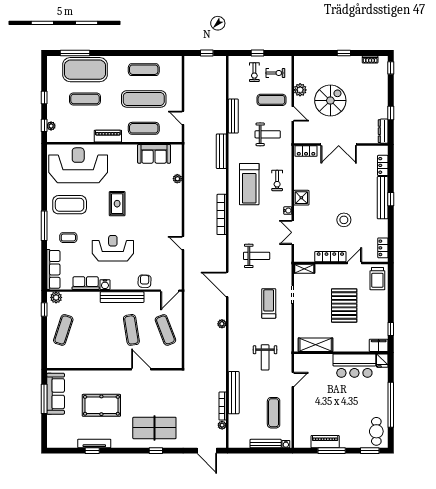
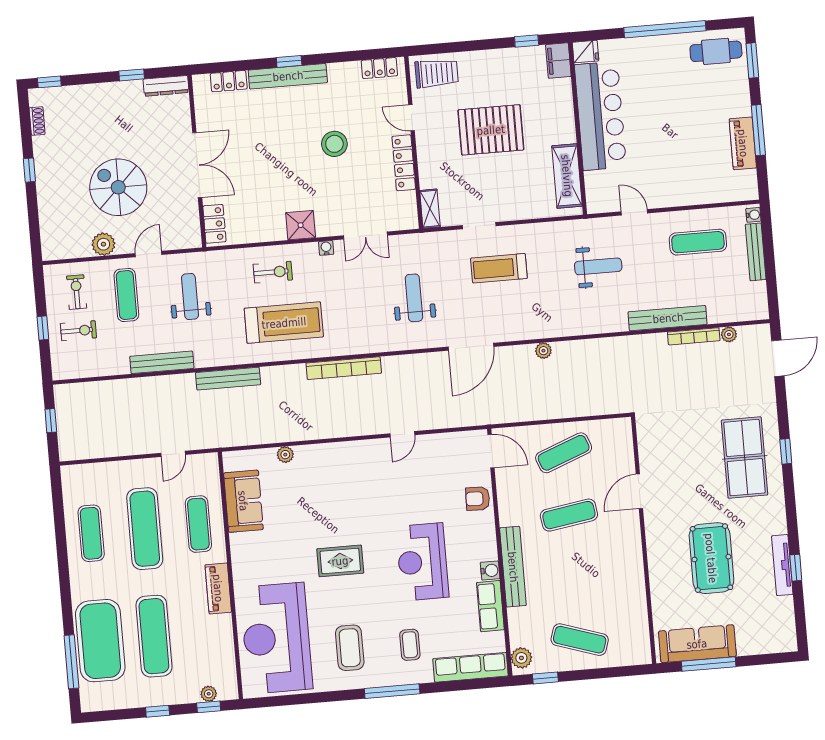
exercise mat: (85, 99) -> (154, 636), width x1.36, depth x1.45
coffee table: (70, 205) -> (350, 648), width x0.73, depth x0.76
bench: (122, 297) -> (513, 567), moved
bar counter: (354, 366) -> (600, 116), width x1.36

